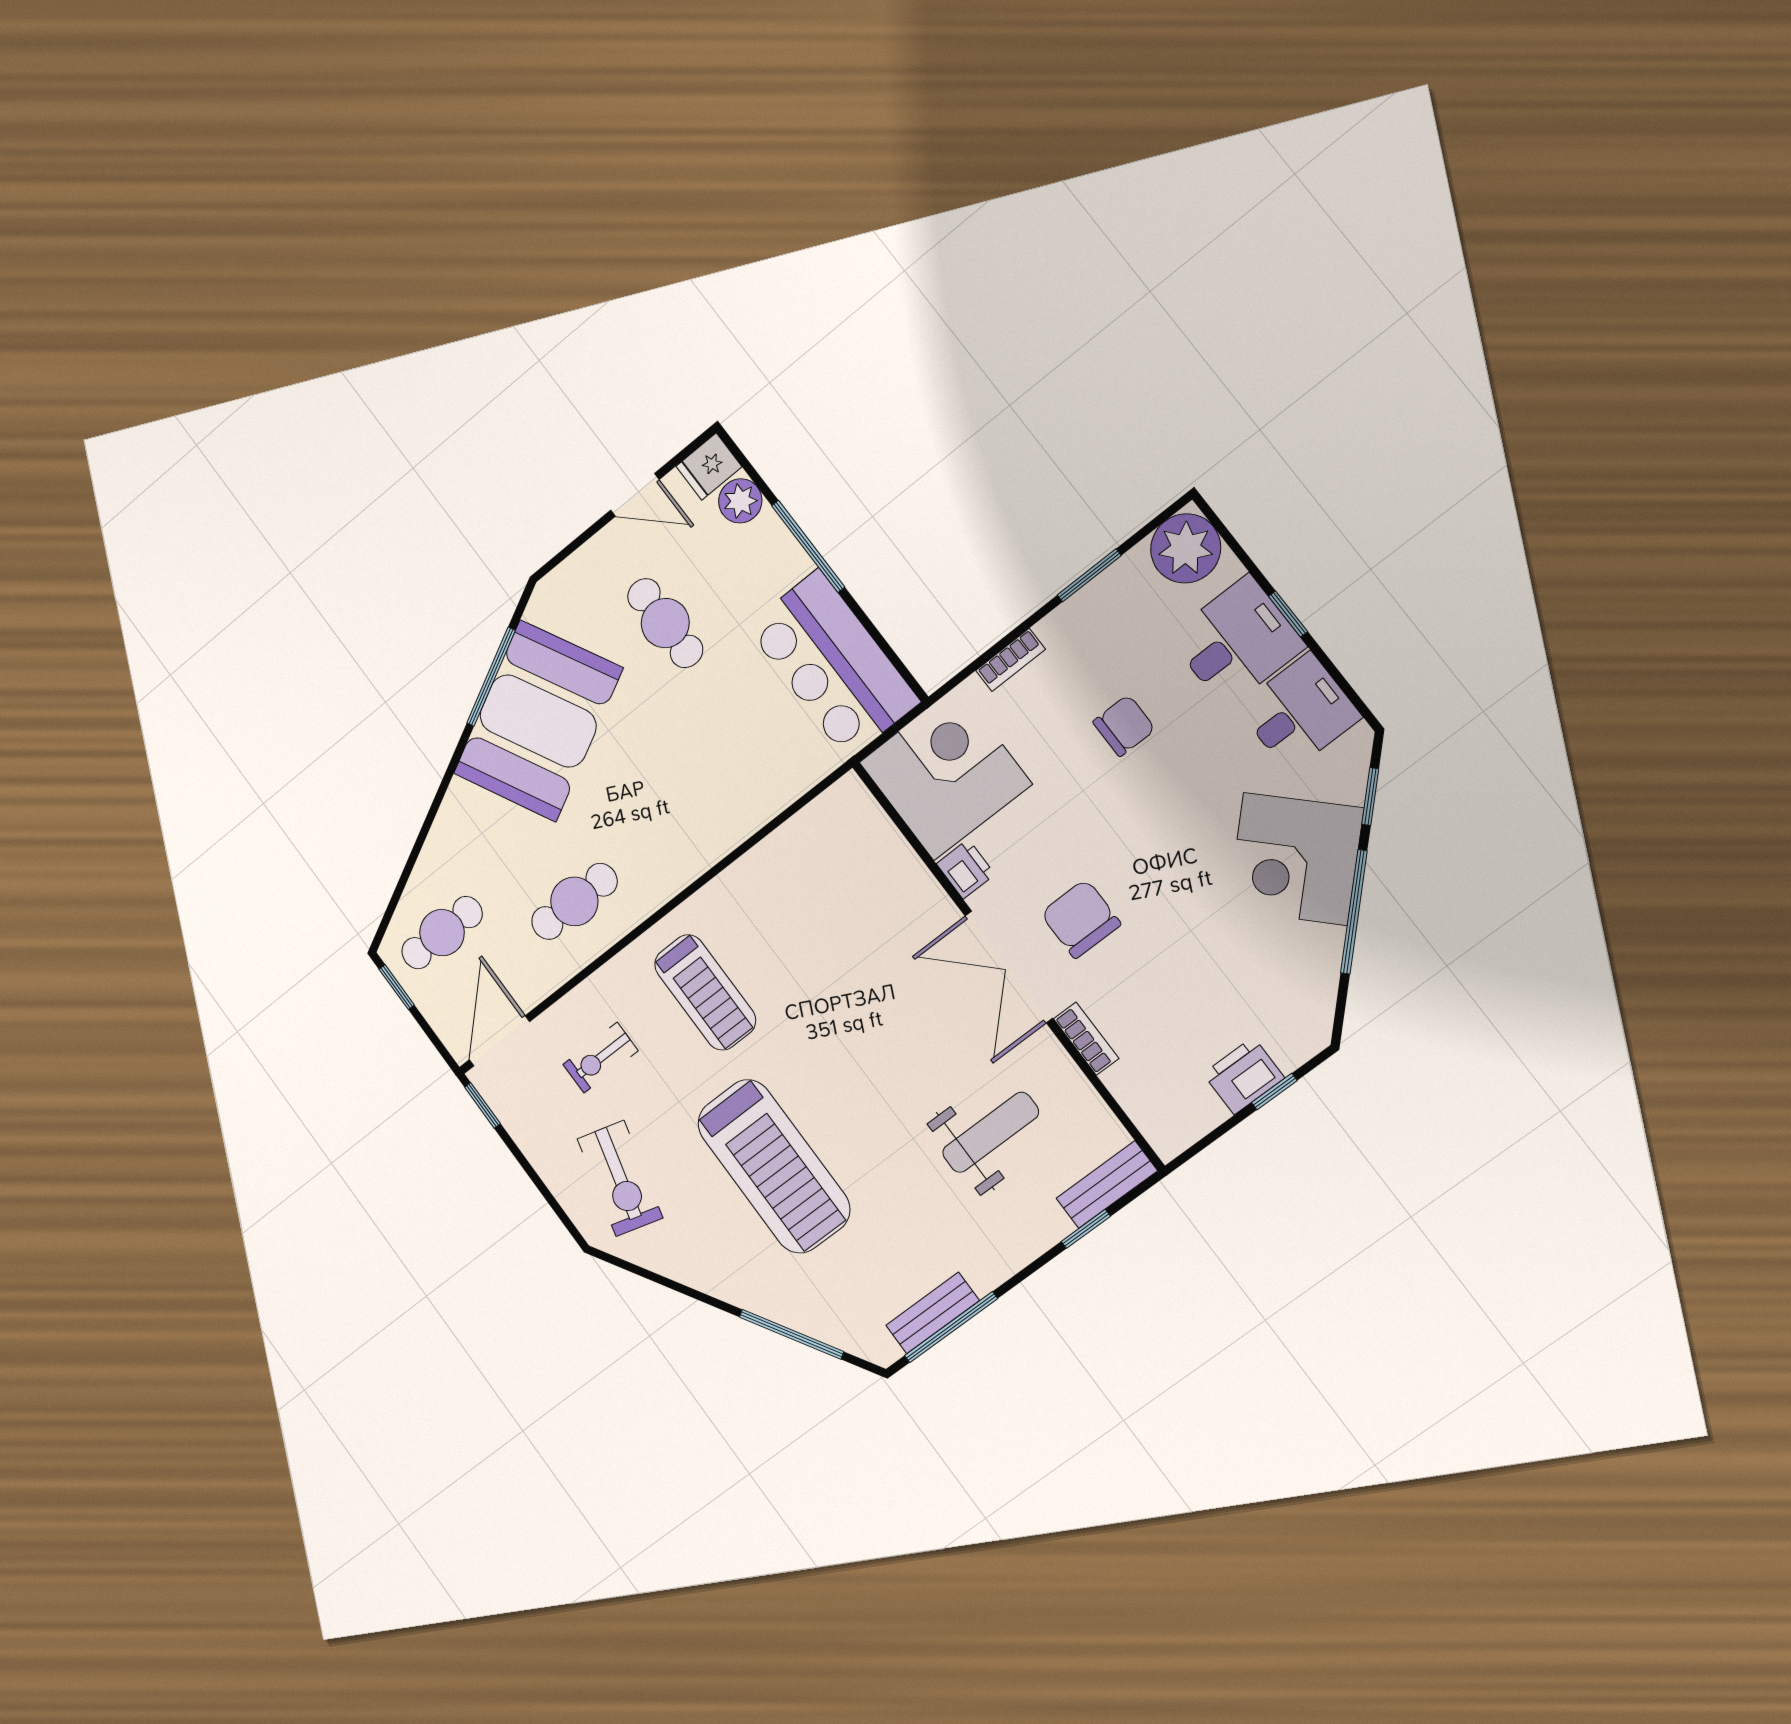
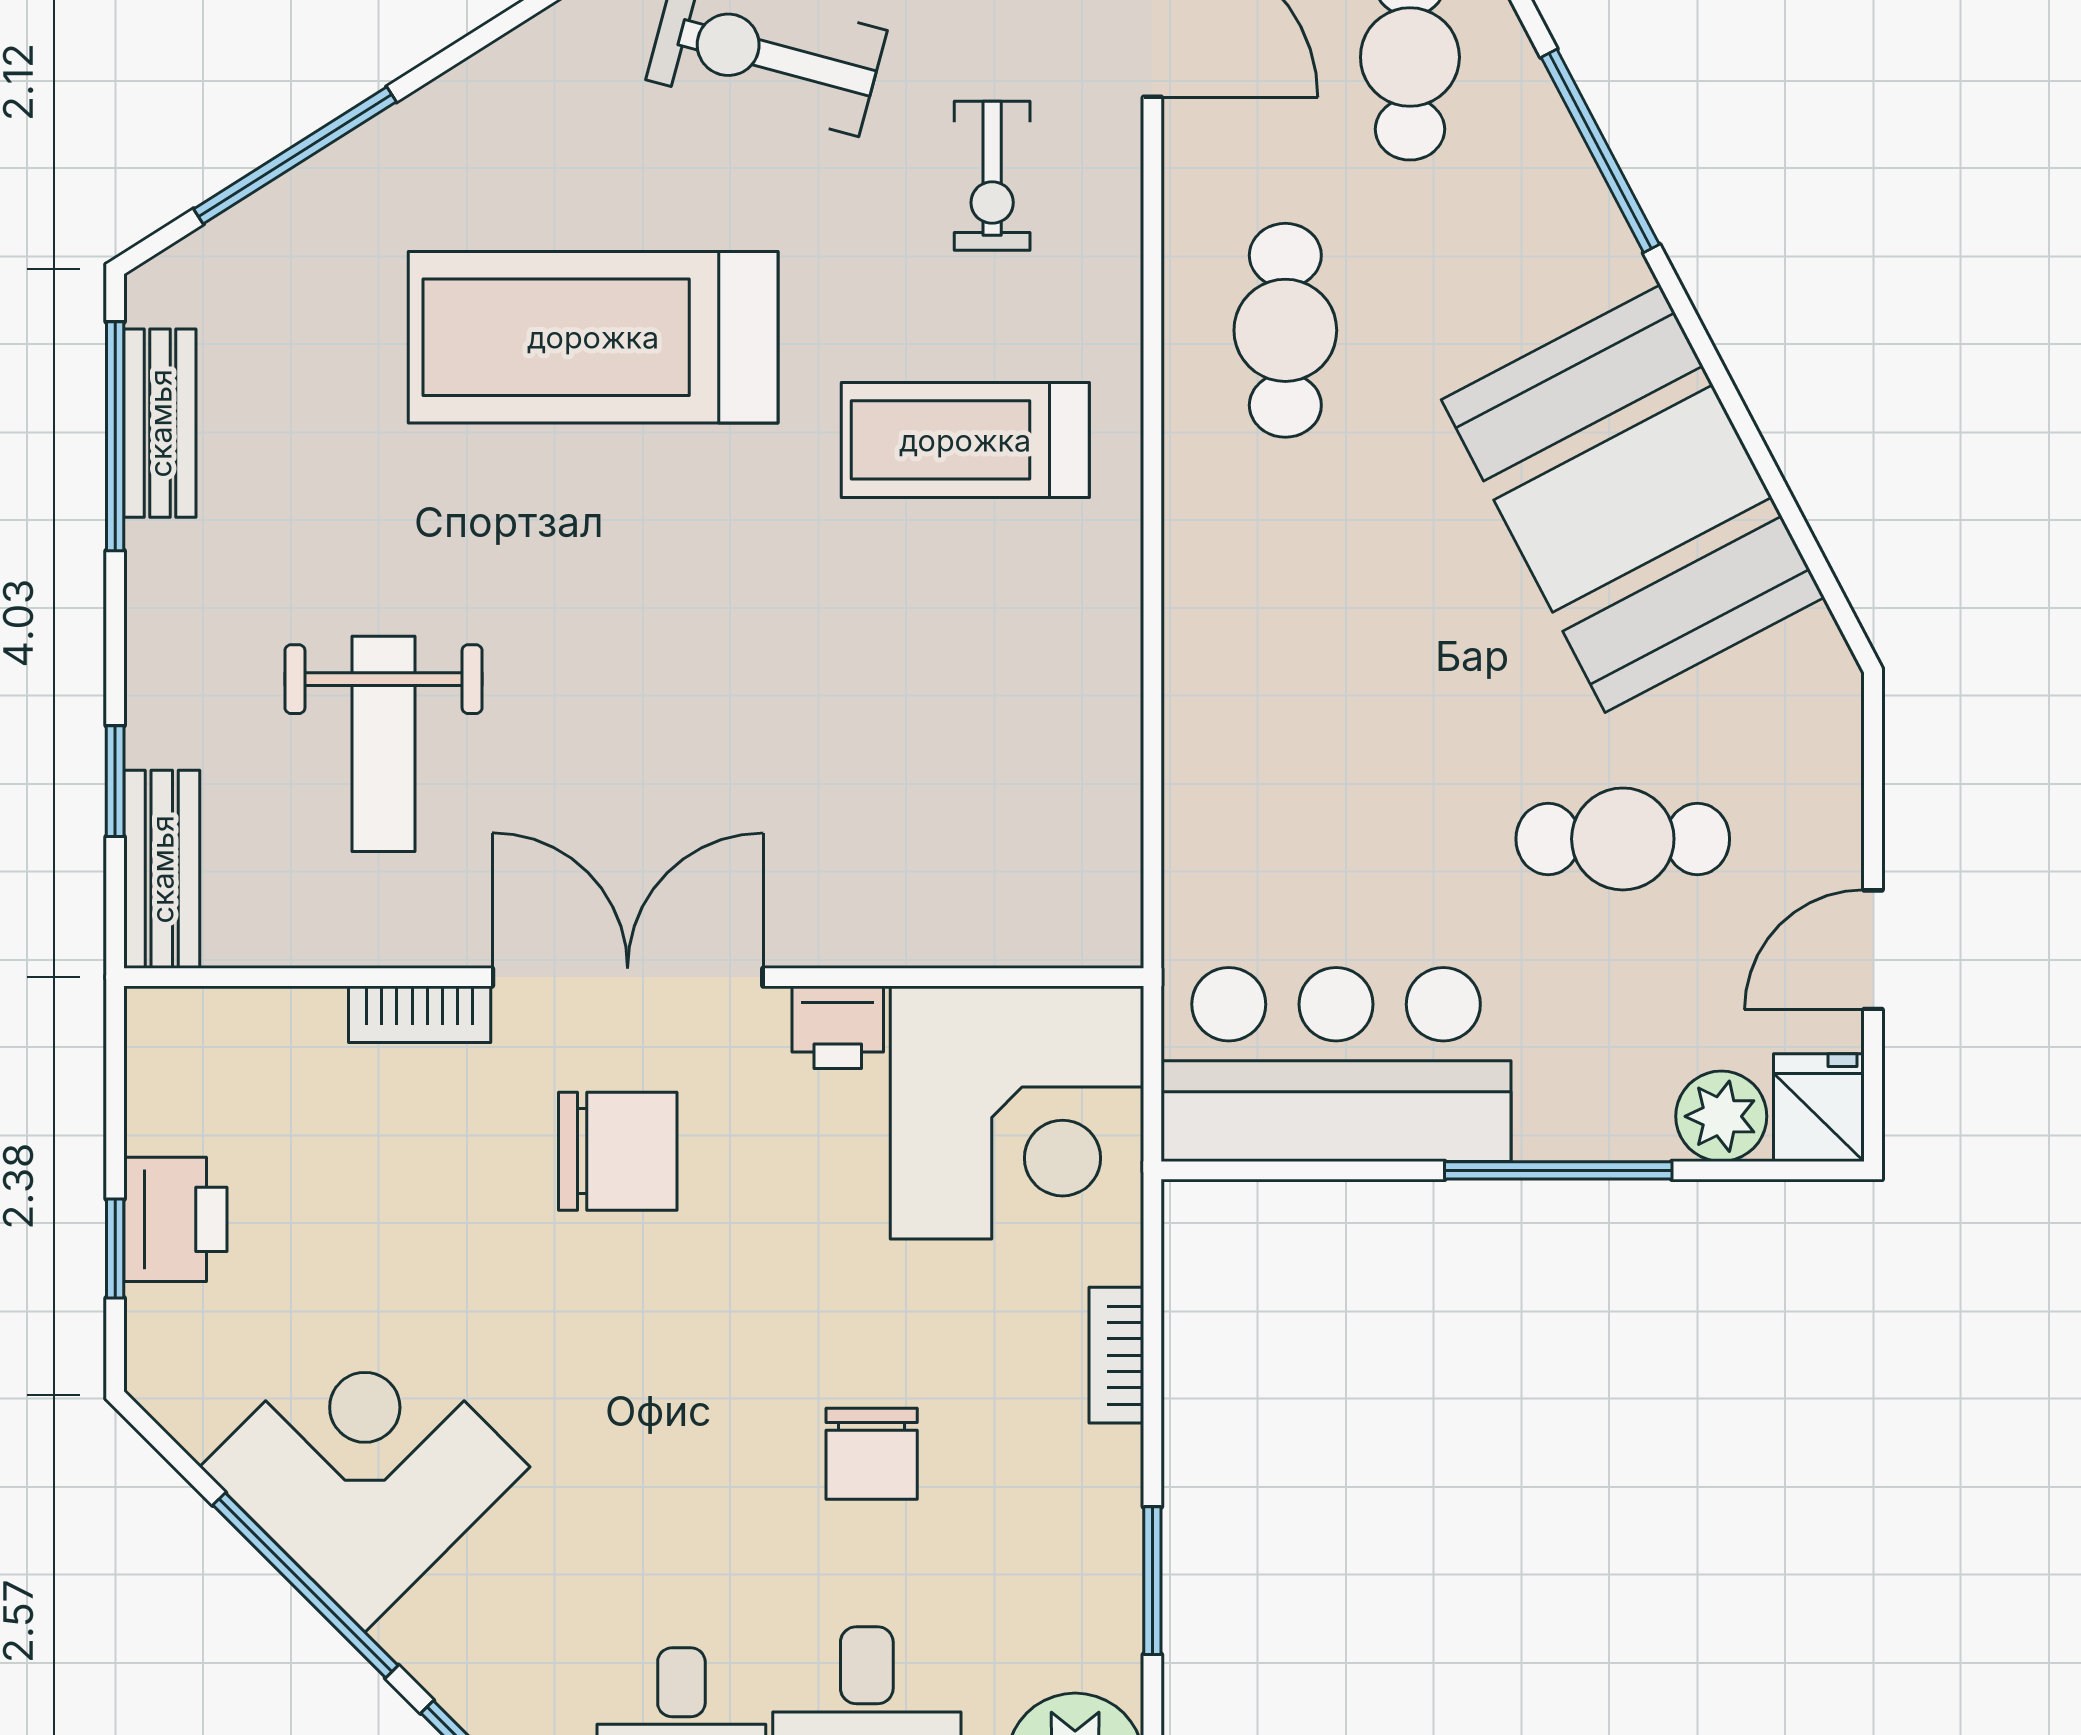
window: (491, 677) -> (1600, 151), moved
corner desk: (1295, 859) -> (365, 1467), moved
exercise bike: (601, 1058) -> (992, 176), turned 180

